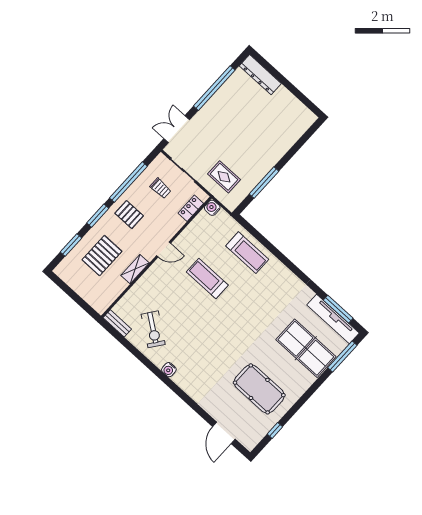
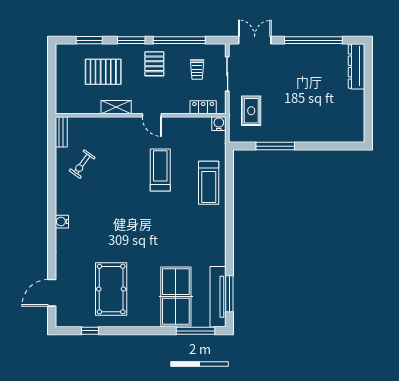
exercise bike: (153, 329) -> (82, 164), width x0.73, depth x0.72
water cooler: (169, 370) -> (62, 222), moved

